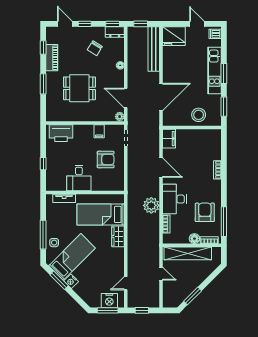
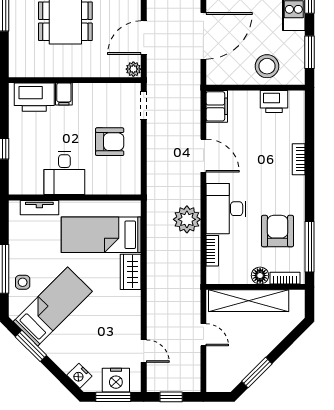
door: (126, 98) -> (144, 38), hinge flipped
filing cabinet: (99, 131) -> (64, 94), moved
printer: (203, 136) -> (274, 102), added
nightstand: (71, 281) -> (79, 376), moved
door: (126, 283) -> (144, 351), swing flipped

